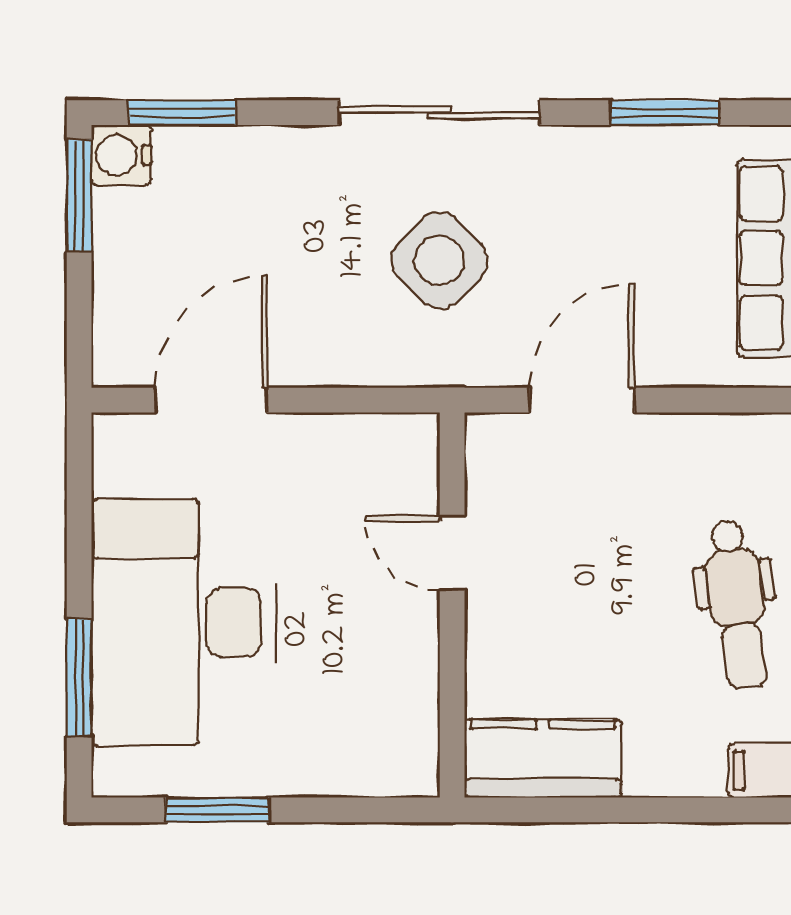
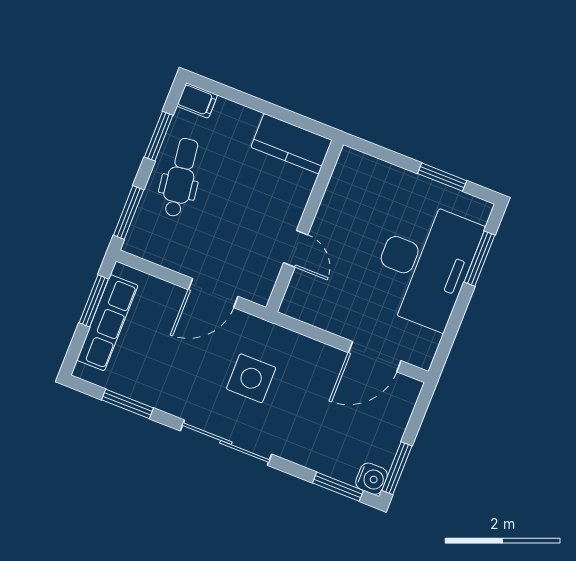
side table: (440, 260) -> (251, 378), turned 45

